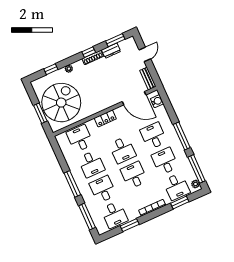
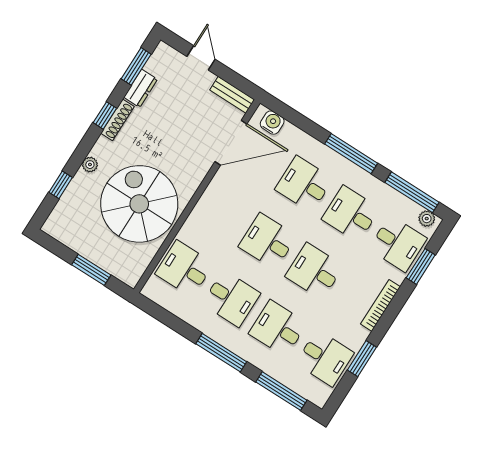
spiral stairs: (61, 103) -> (139, 204), moved
locker: (105, 118) -> (205, 208), removed
desk: (122, 150) -> (268, 241), turned 180

